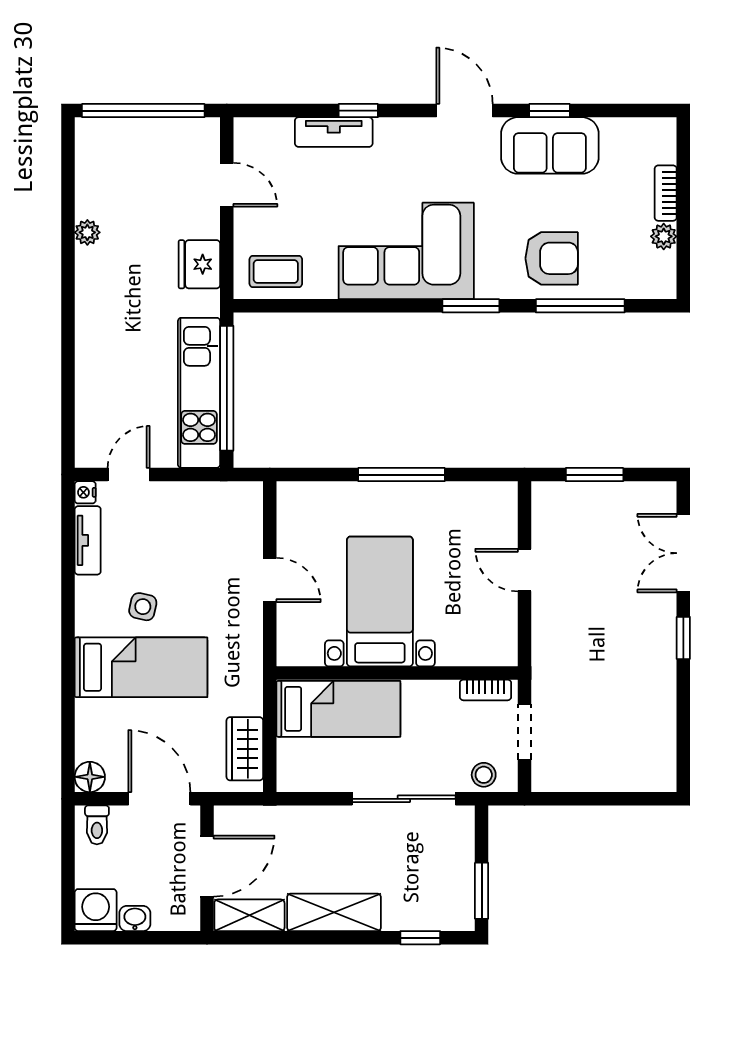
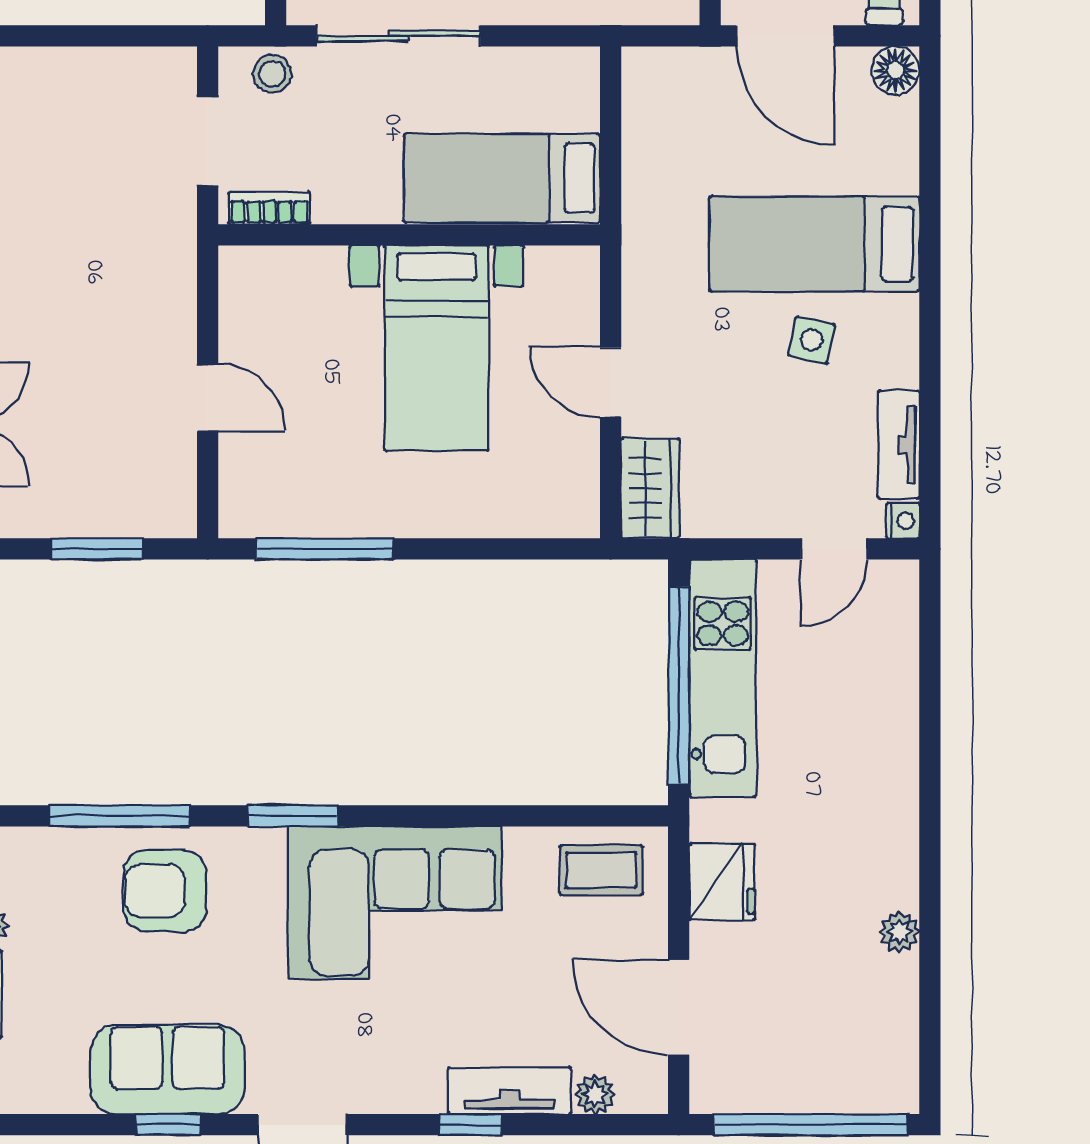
plant: (280, 130) -> (595, 1094), added
door: (227, 185) -> (679, 1007), width x1.38
window: (401, 475) -> (325, 549), moved
wardrobe: (245, 749) -> (650, 488), moved

